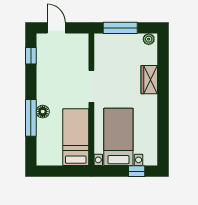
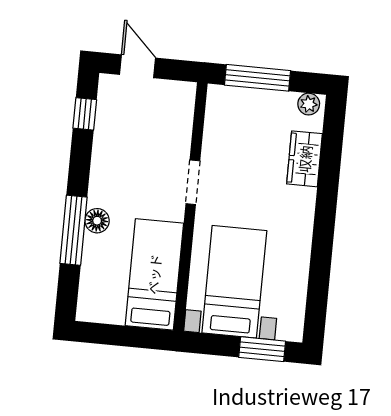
wardrobe: (149, 80) -> (305, 159), moved
doorway: (91, 86) -> (193, 182), width x0.73
window: (137, 171) -> (262, 349), width x1.50

